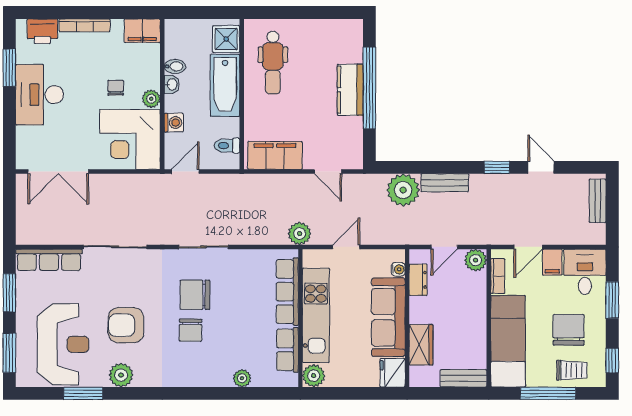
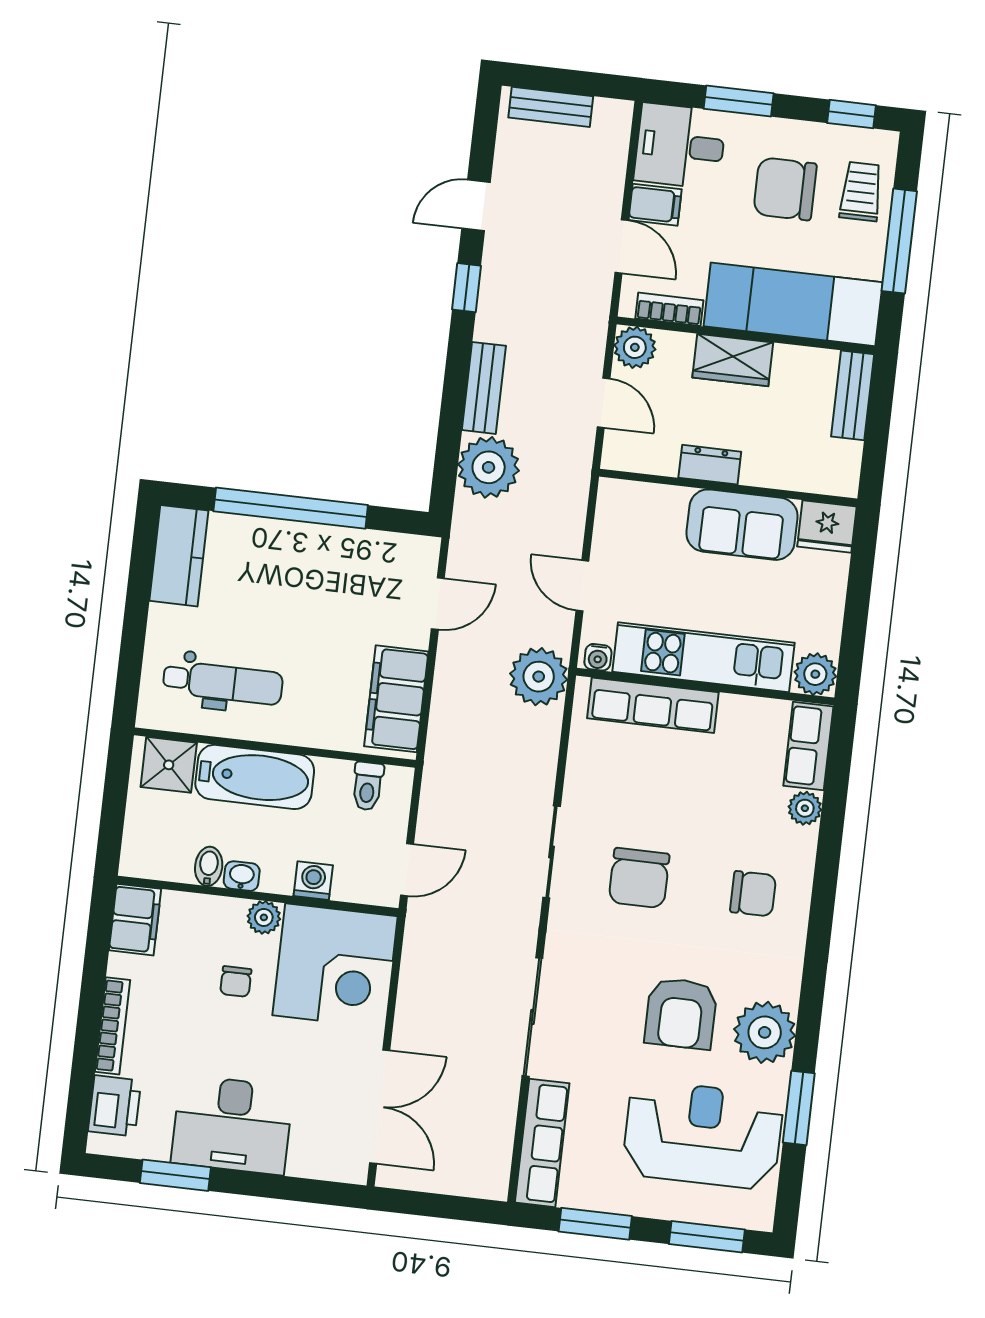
chair: (116, 88) -> (236, 982), turned -90
kitchen counter: (350, 90) -> (179, 556), moved, turned -90
door: (185, 172) -> (407, 870), swing flipped
plant: (300, 234) -> (539, 677), width x1.36, depth x1.36
water cooler: (398, 269) -> (598, 657), moved, turned 180
dresser: (418, 280) -> (710, 465), moved
sofa: (388, 317) -> (742, 525), width x0.73
chair: (191, 330) -> (753, 894), moved
wardrobe: (421, 345) -> (733, 360), moved, turned 180
row of seats: (287, 350) -> (808, 746), moved, turned 90
plant: (121, 375) -> (765, 1032), width x1.36, depth x1.36

